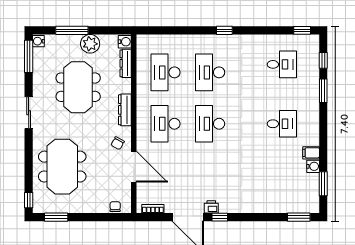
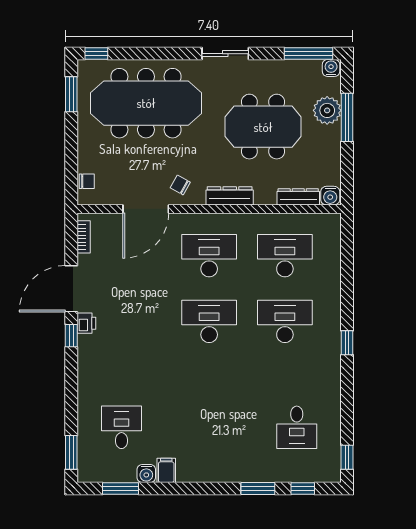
plant: (90, 44) -> (327, 110), moved
desk: (282, 124) -> (121, 427), moved, turned 180
meeting table: (62, 167) -> (146, 103), width x1.36

